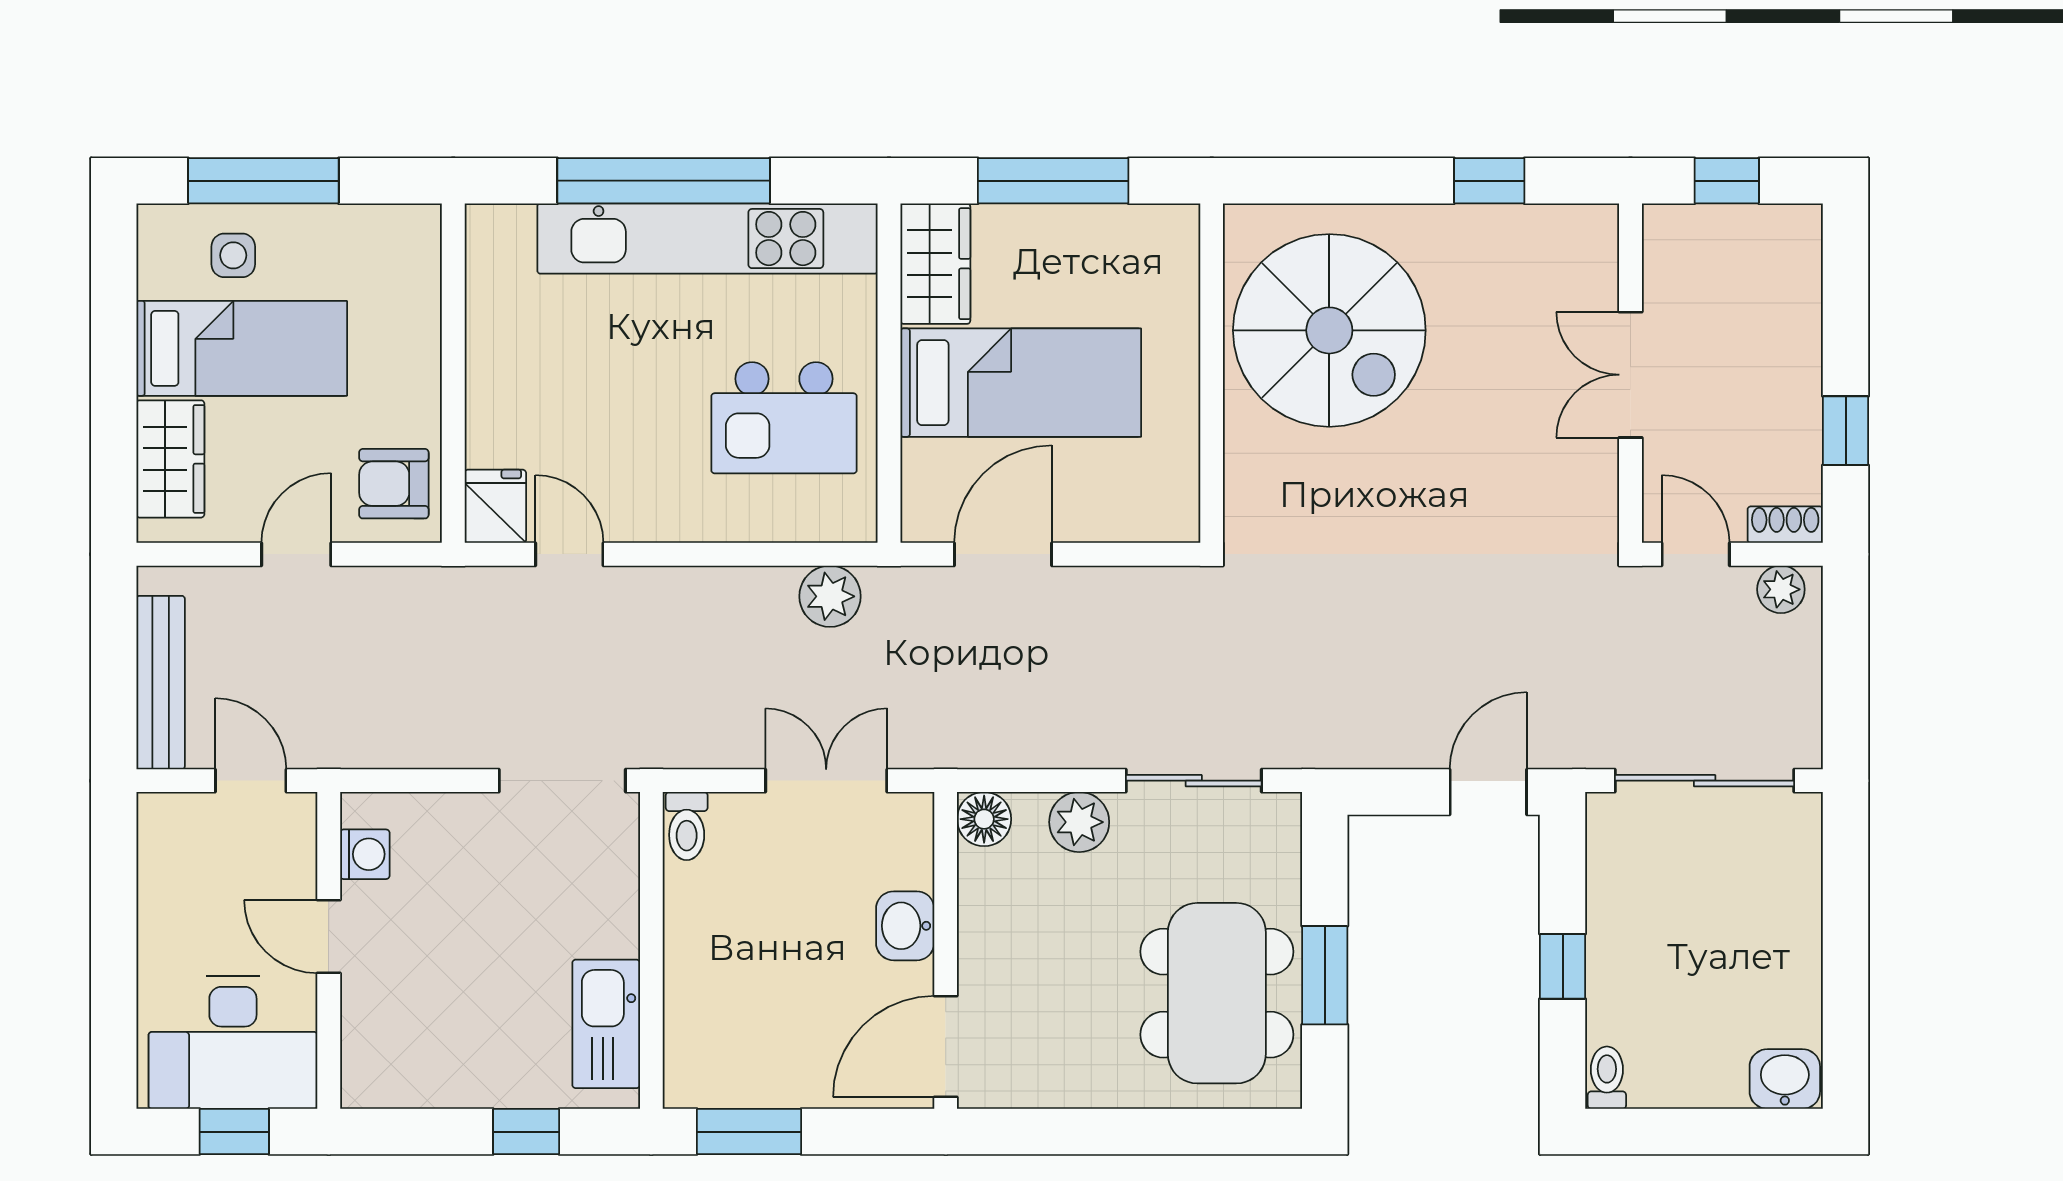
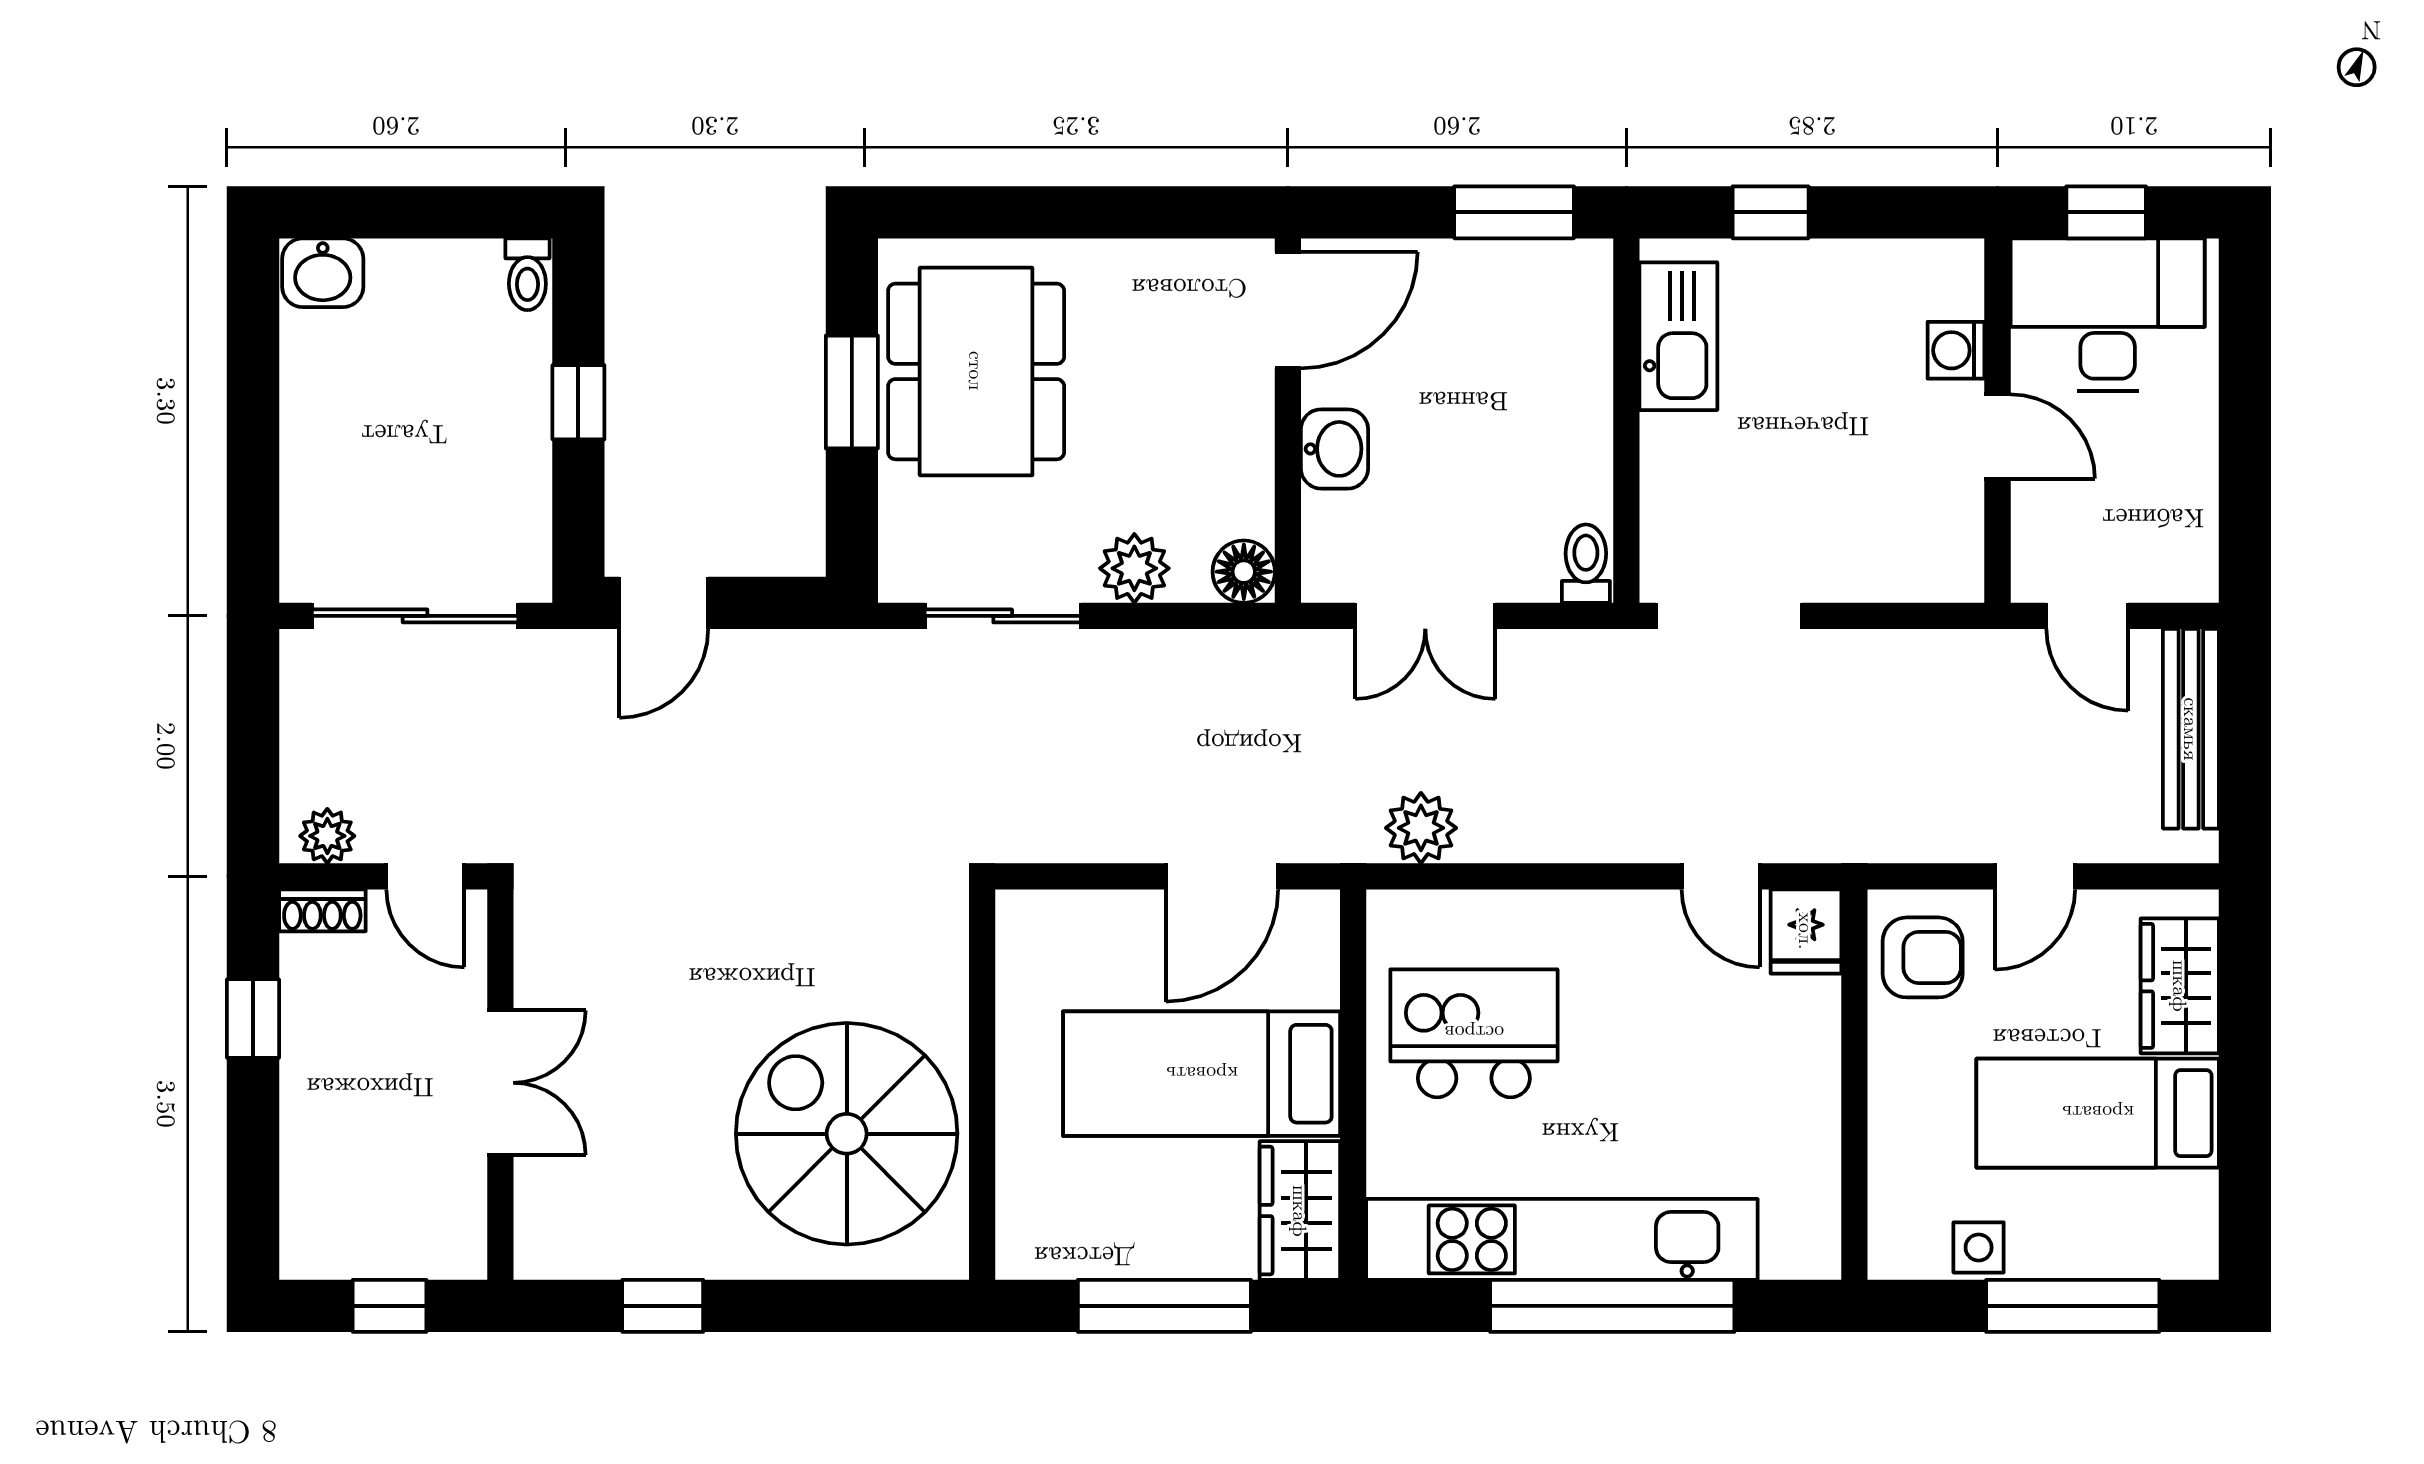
side table: (233, 255) -> (1979, 1247), moved
washing machine: (365, 854) -> (1956, 350), moved

